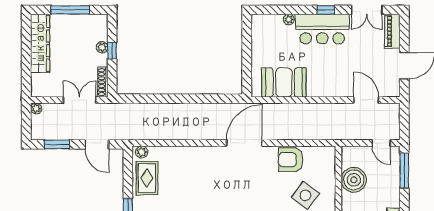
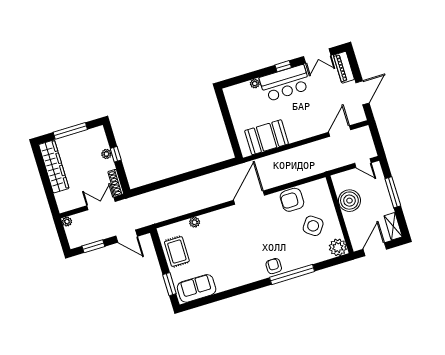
door: (366, 100) -> (340, 131), hinge flipped
plant: (142, 152) -> (195, 222), moved
window: (404, 170) -> (393, 192), moved

